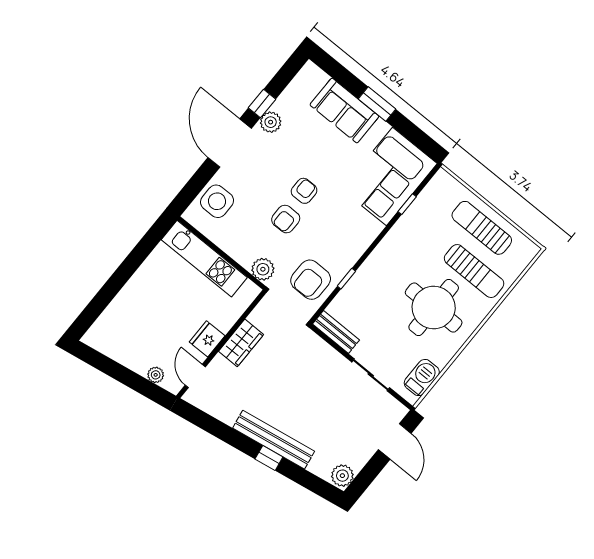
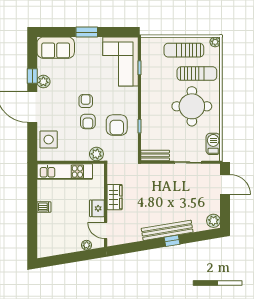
sofa: (344, 111) -> (56, 48), moved
plant: (530, 250) -> (215, 42), added
armchair: (311, 280) -> (117, 125), moved
dishwasher: (141, 282) -> (44, 207), added

